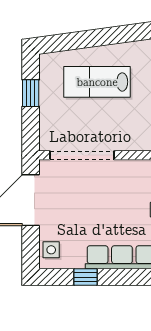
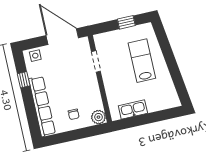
doorway: (82, 155) -> (96, 61), width x0.53

